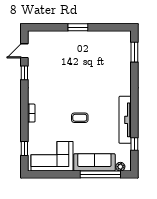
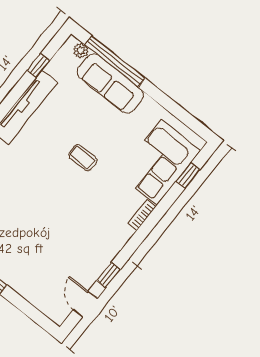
door: (24, 51) -> (85, 304), swing flipped
corner sofa: (52, 156) -> (159, 162), moved, turned 90

